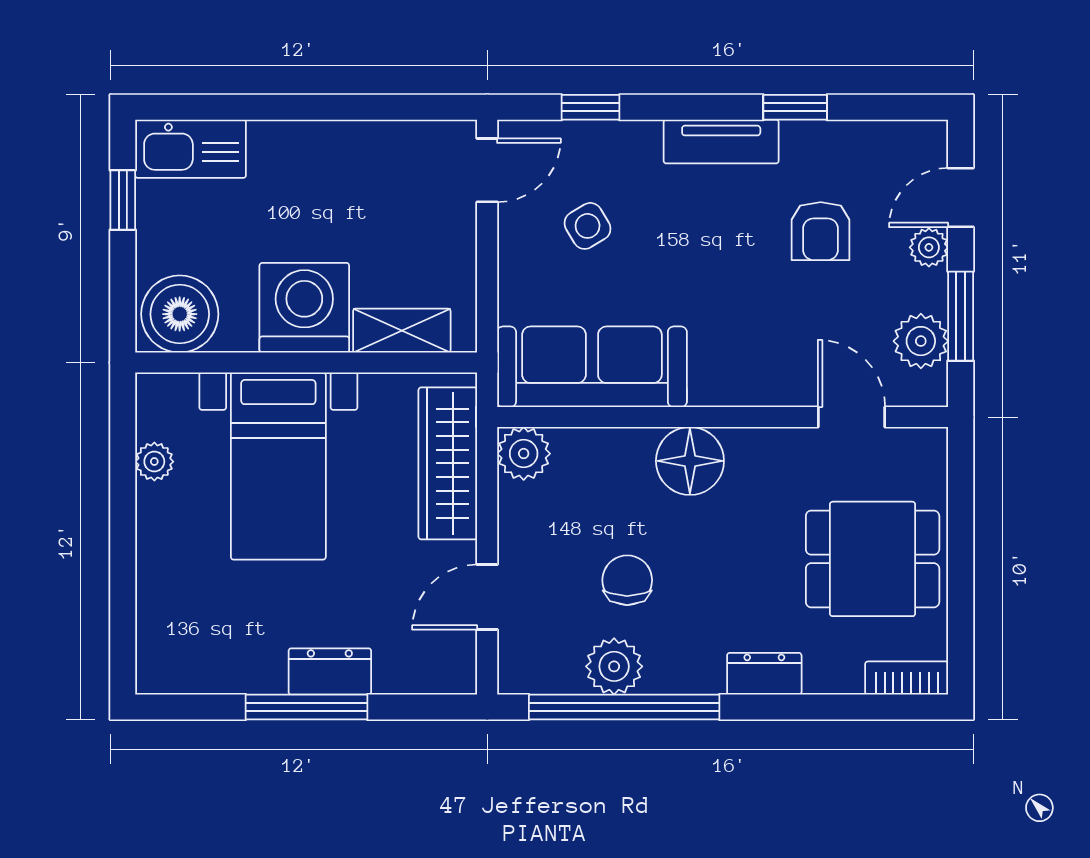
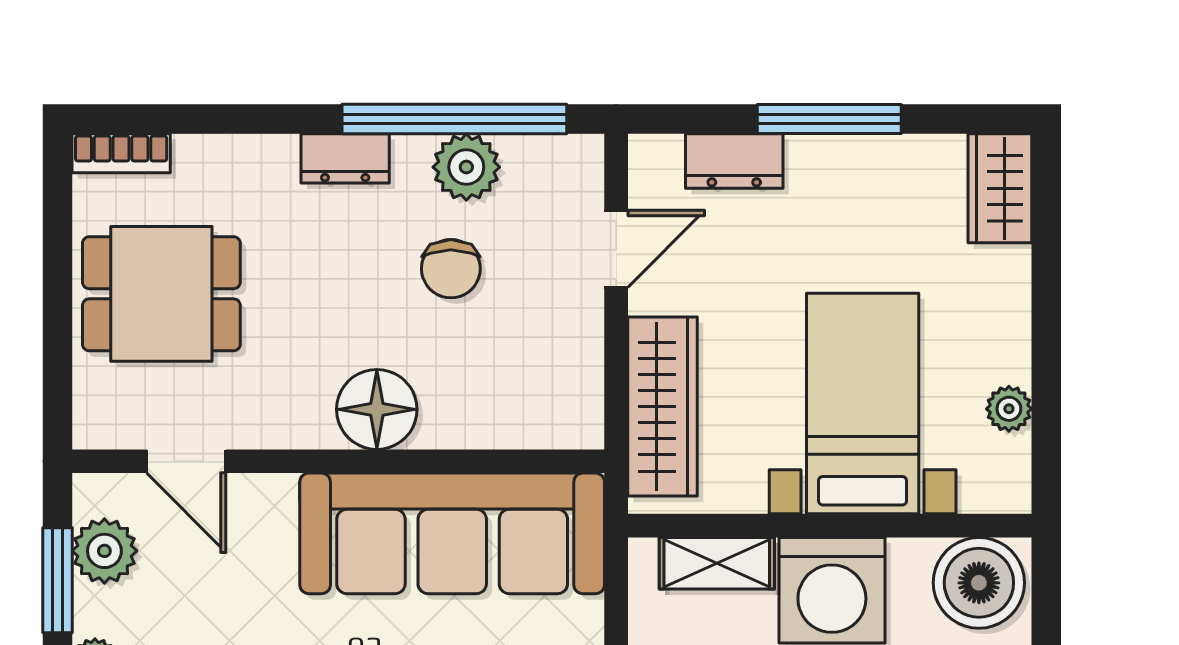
sofa: (592, 367) -> (452, 533), width x1.36, depth x1.27
plant: (524, 454) -> (573, 418), removed
wardrobe: (162, 648) -> (1000, 188), added
dresser: (330, 671) -> (734, 161), moved
dresser: (764, 674) -> (345, 158), moved

